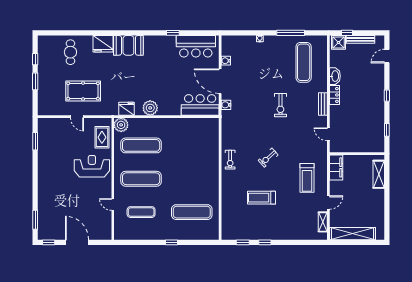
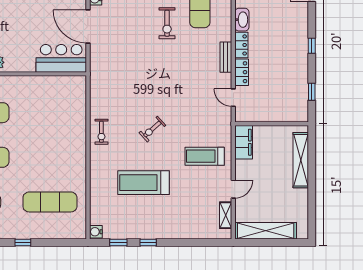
water cooler: (226, 105) -> (96, 232), moved
exercise bike: (280, 105) -> (167, 23), moved
locker: (335, 115) -> (242, 72), added
shelving: (379, 174) -> (301, 160), width x1.47
treadmill: (307, 178) -> (205, 156), turned 90
treadmill: (262, 198) -> (144, 183), width x1.37, depth x1.38

